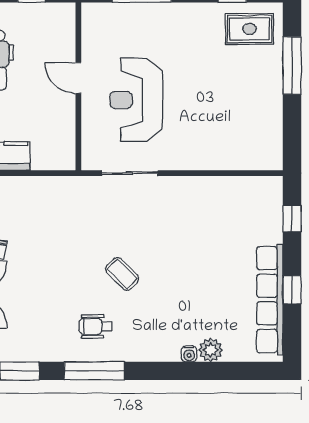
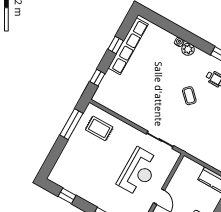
rug: (249, 29) -> (99, 128), moved
window: (292, 65) -> (71, 124), moved
plant: (211, 350) -> (188, 49), moved

